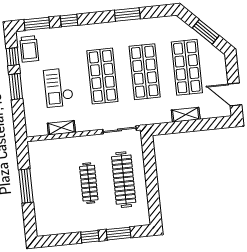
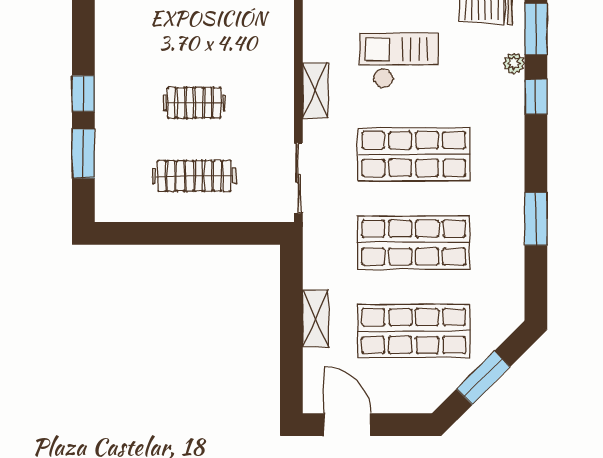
plant: (54, 33) -> (514, 63), added
door: (235, 94) -> (347, 425), hinge flipped
shelving: (61, 128) -> (315, 90), moved
clothes rail: (124, 180) -> (194, 176), width x0.73, depth x0.76
clothes rail: (89, 183) -> (194, 103), width x0.73

